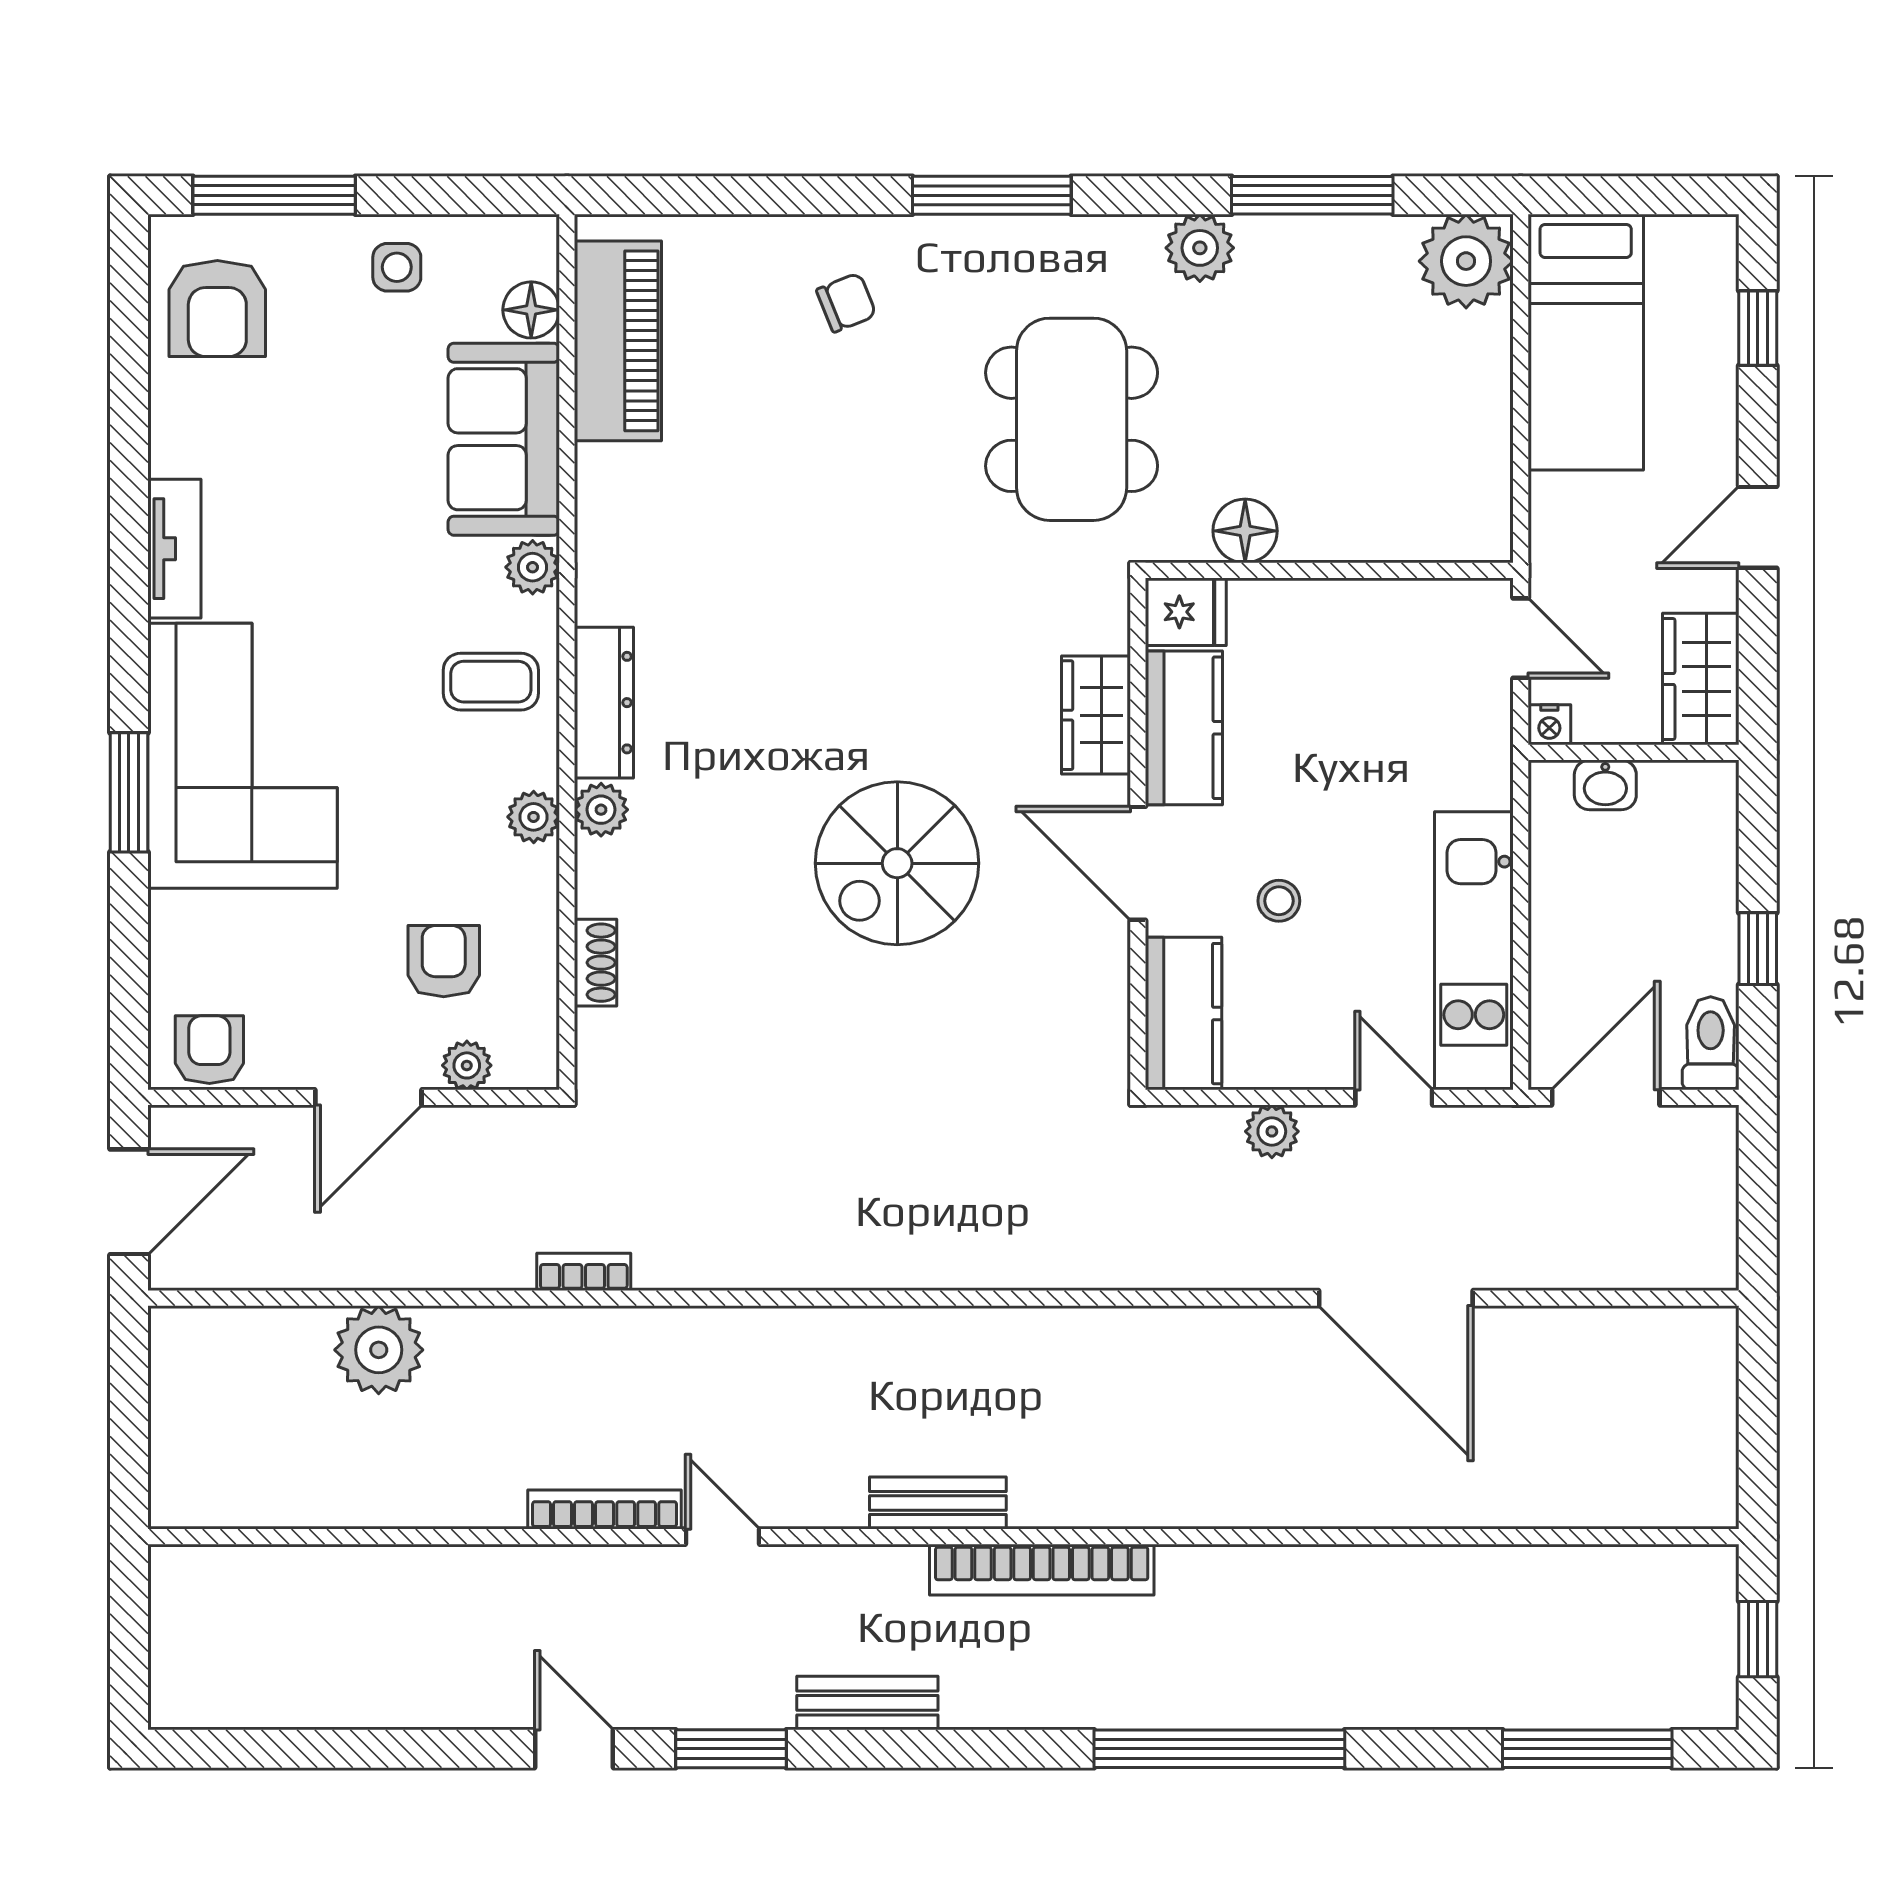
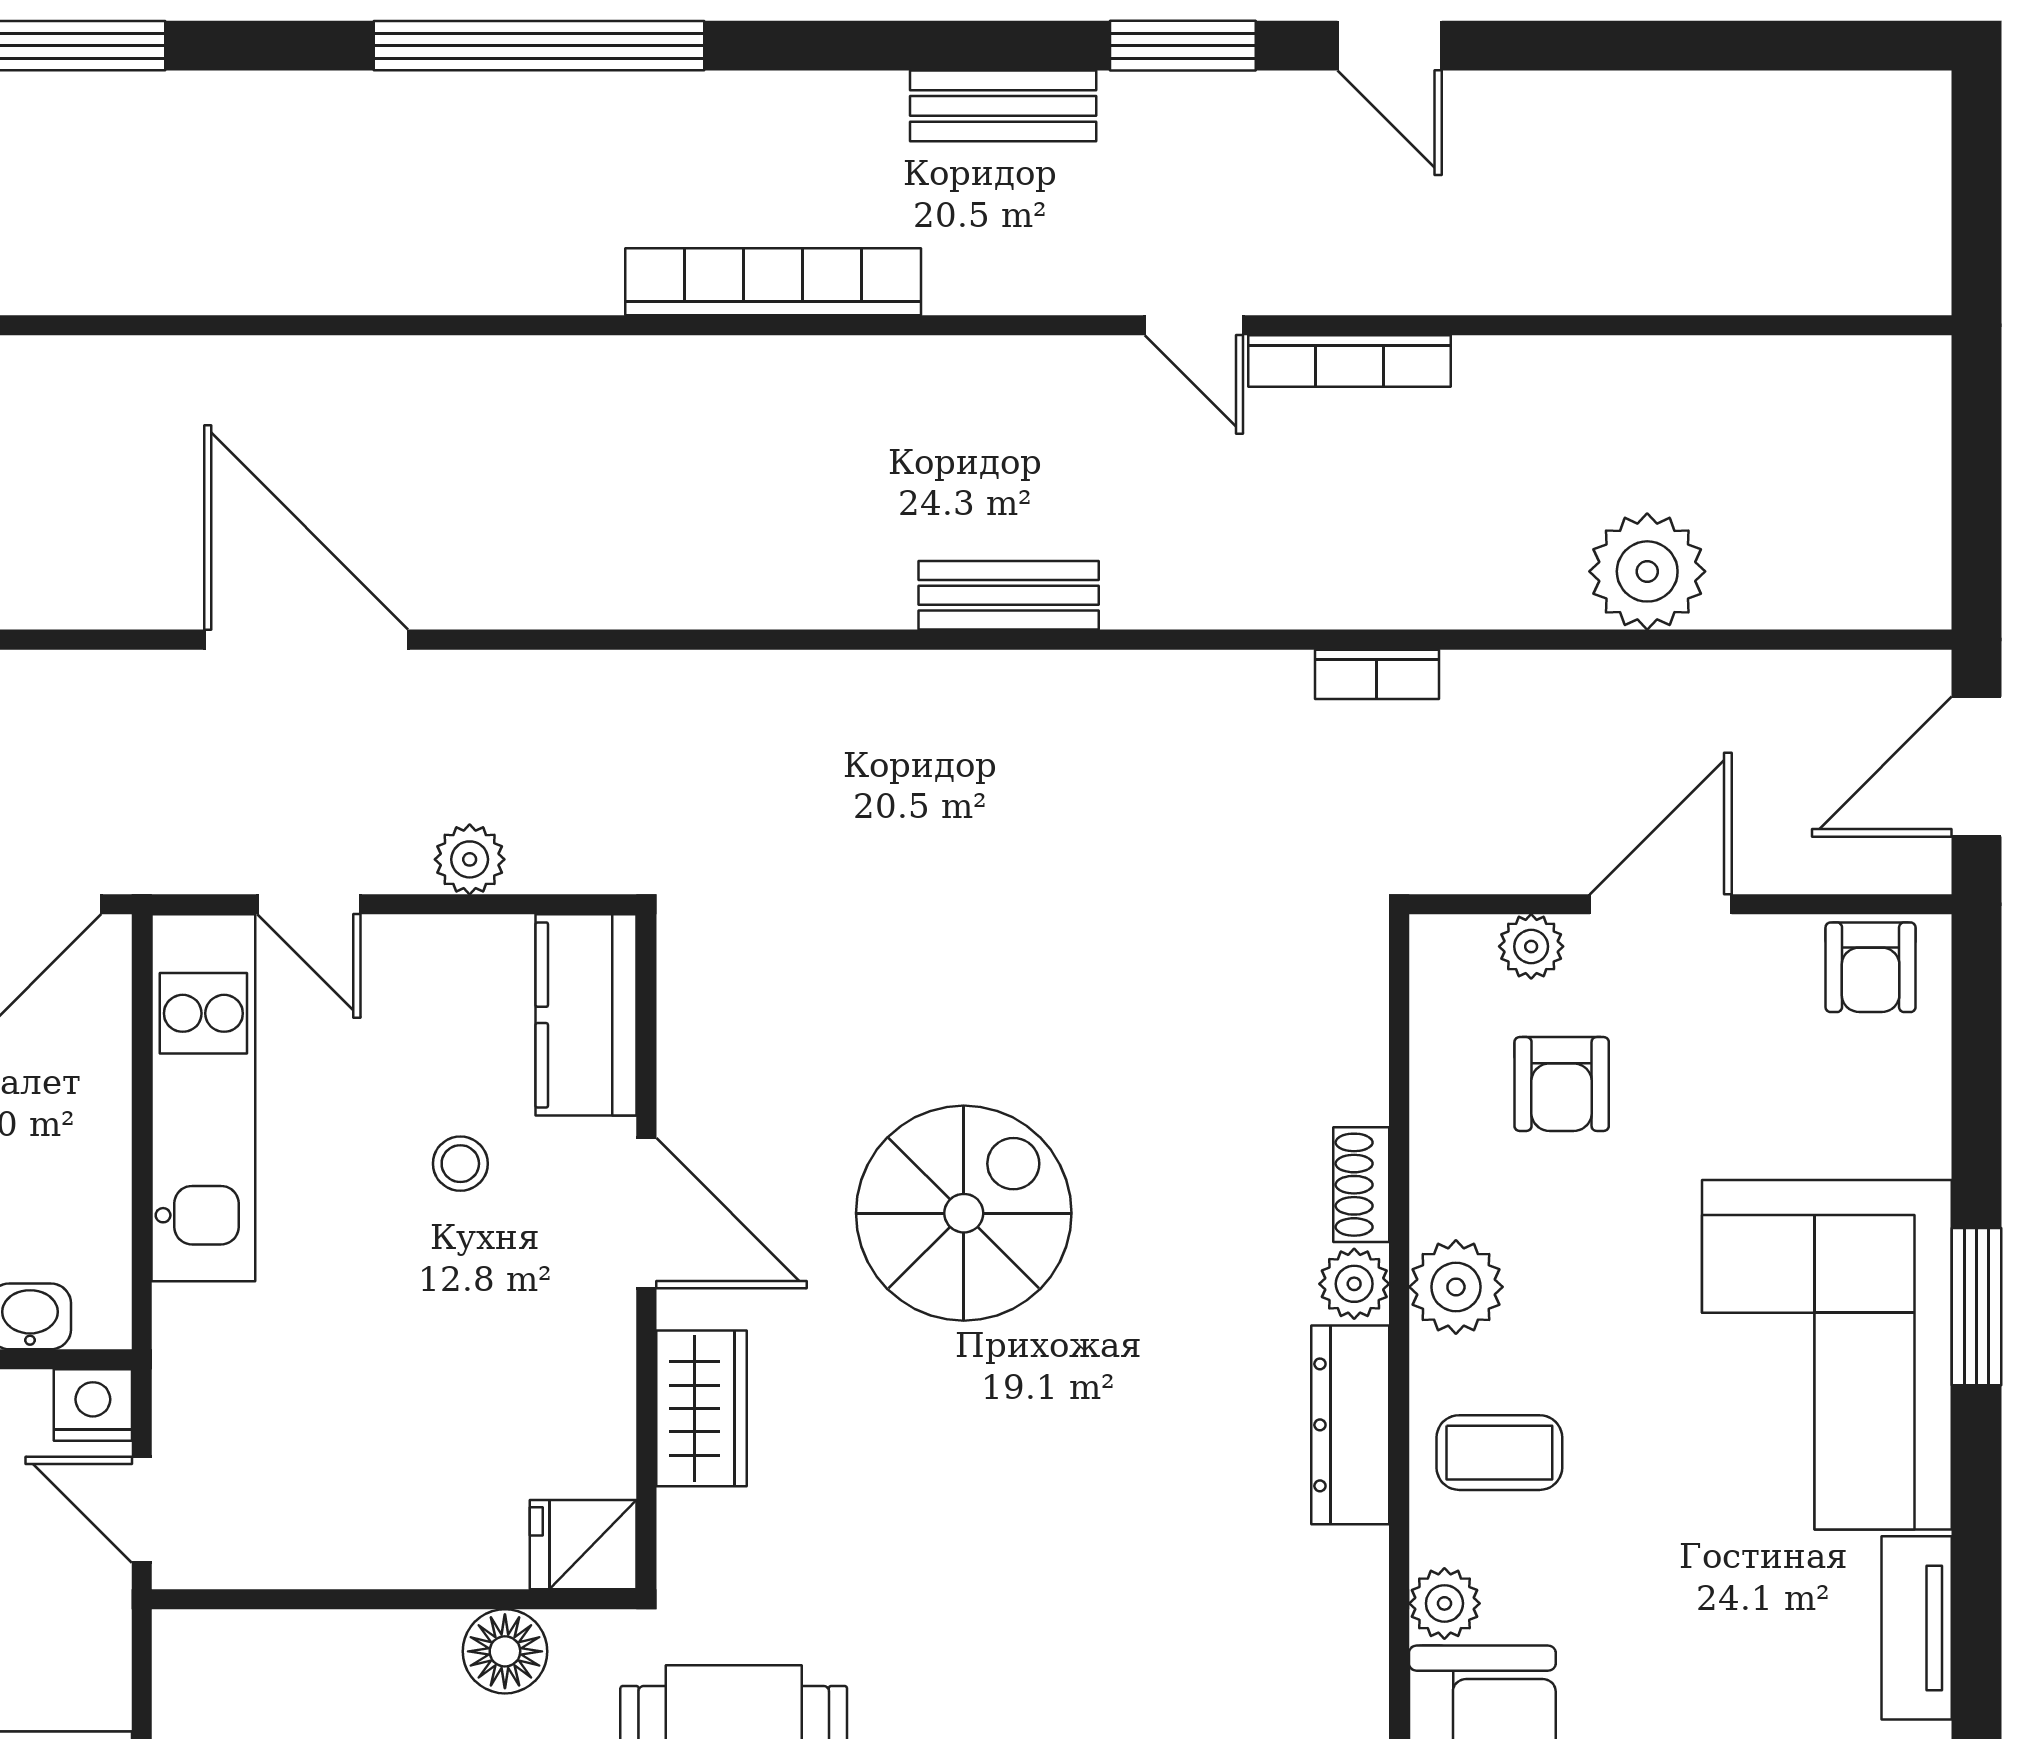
nightstand: (1549, 725) -> (93, 1405), width x1.39, depth x1.35
kitchen counter: (1184, 728) -> (586, 1392), removed
plant: (534, 817) -> (1456, 1287), width x1.38, depth x1.38
shoe rack: (596, 963) -> (1361, 1185), moved
bench: (938, 1503) -> (1009, 595), moved

